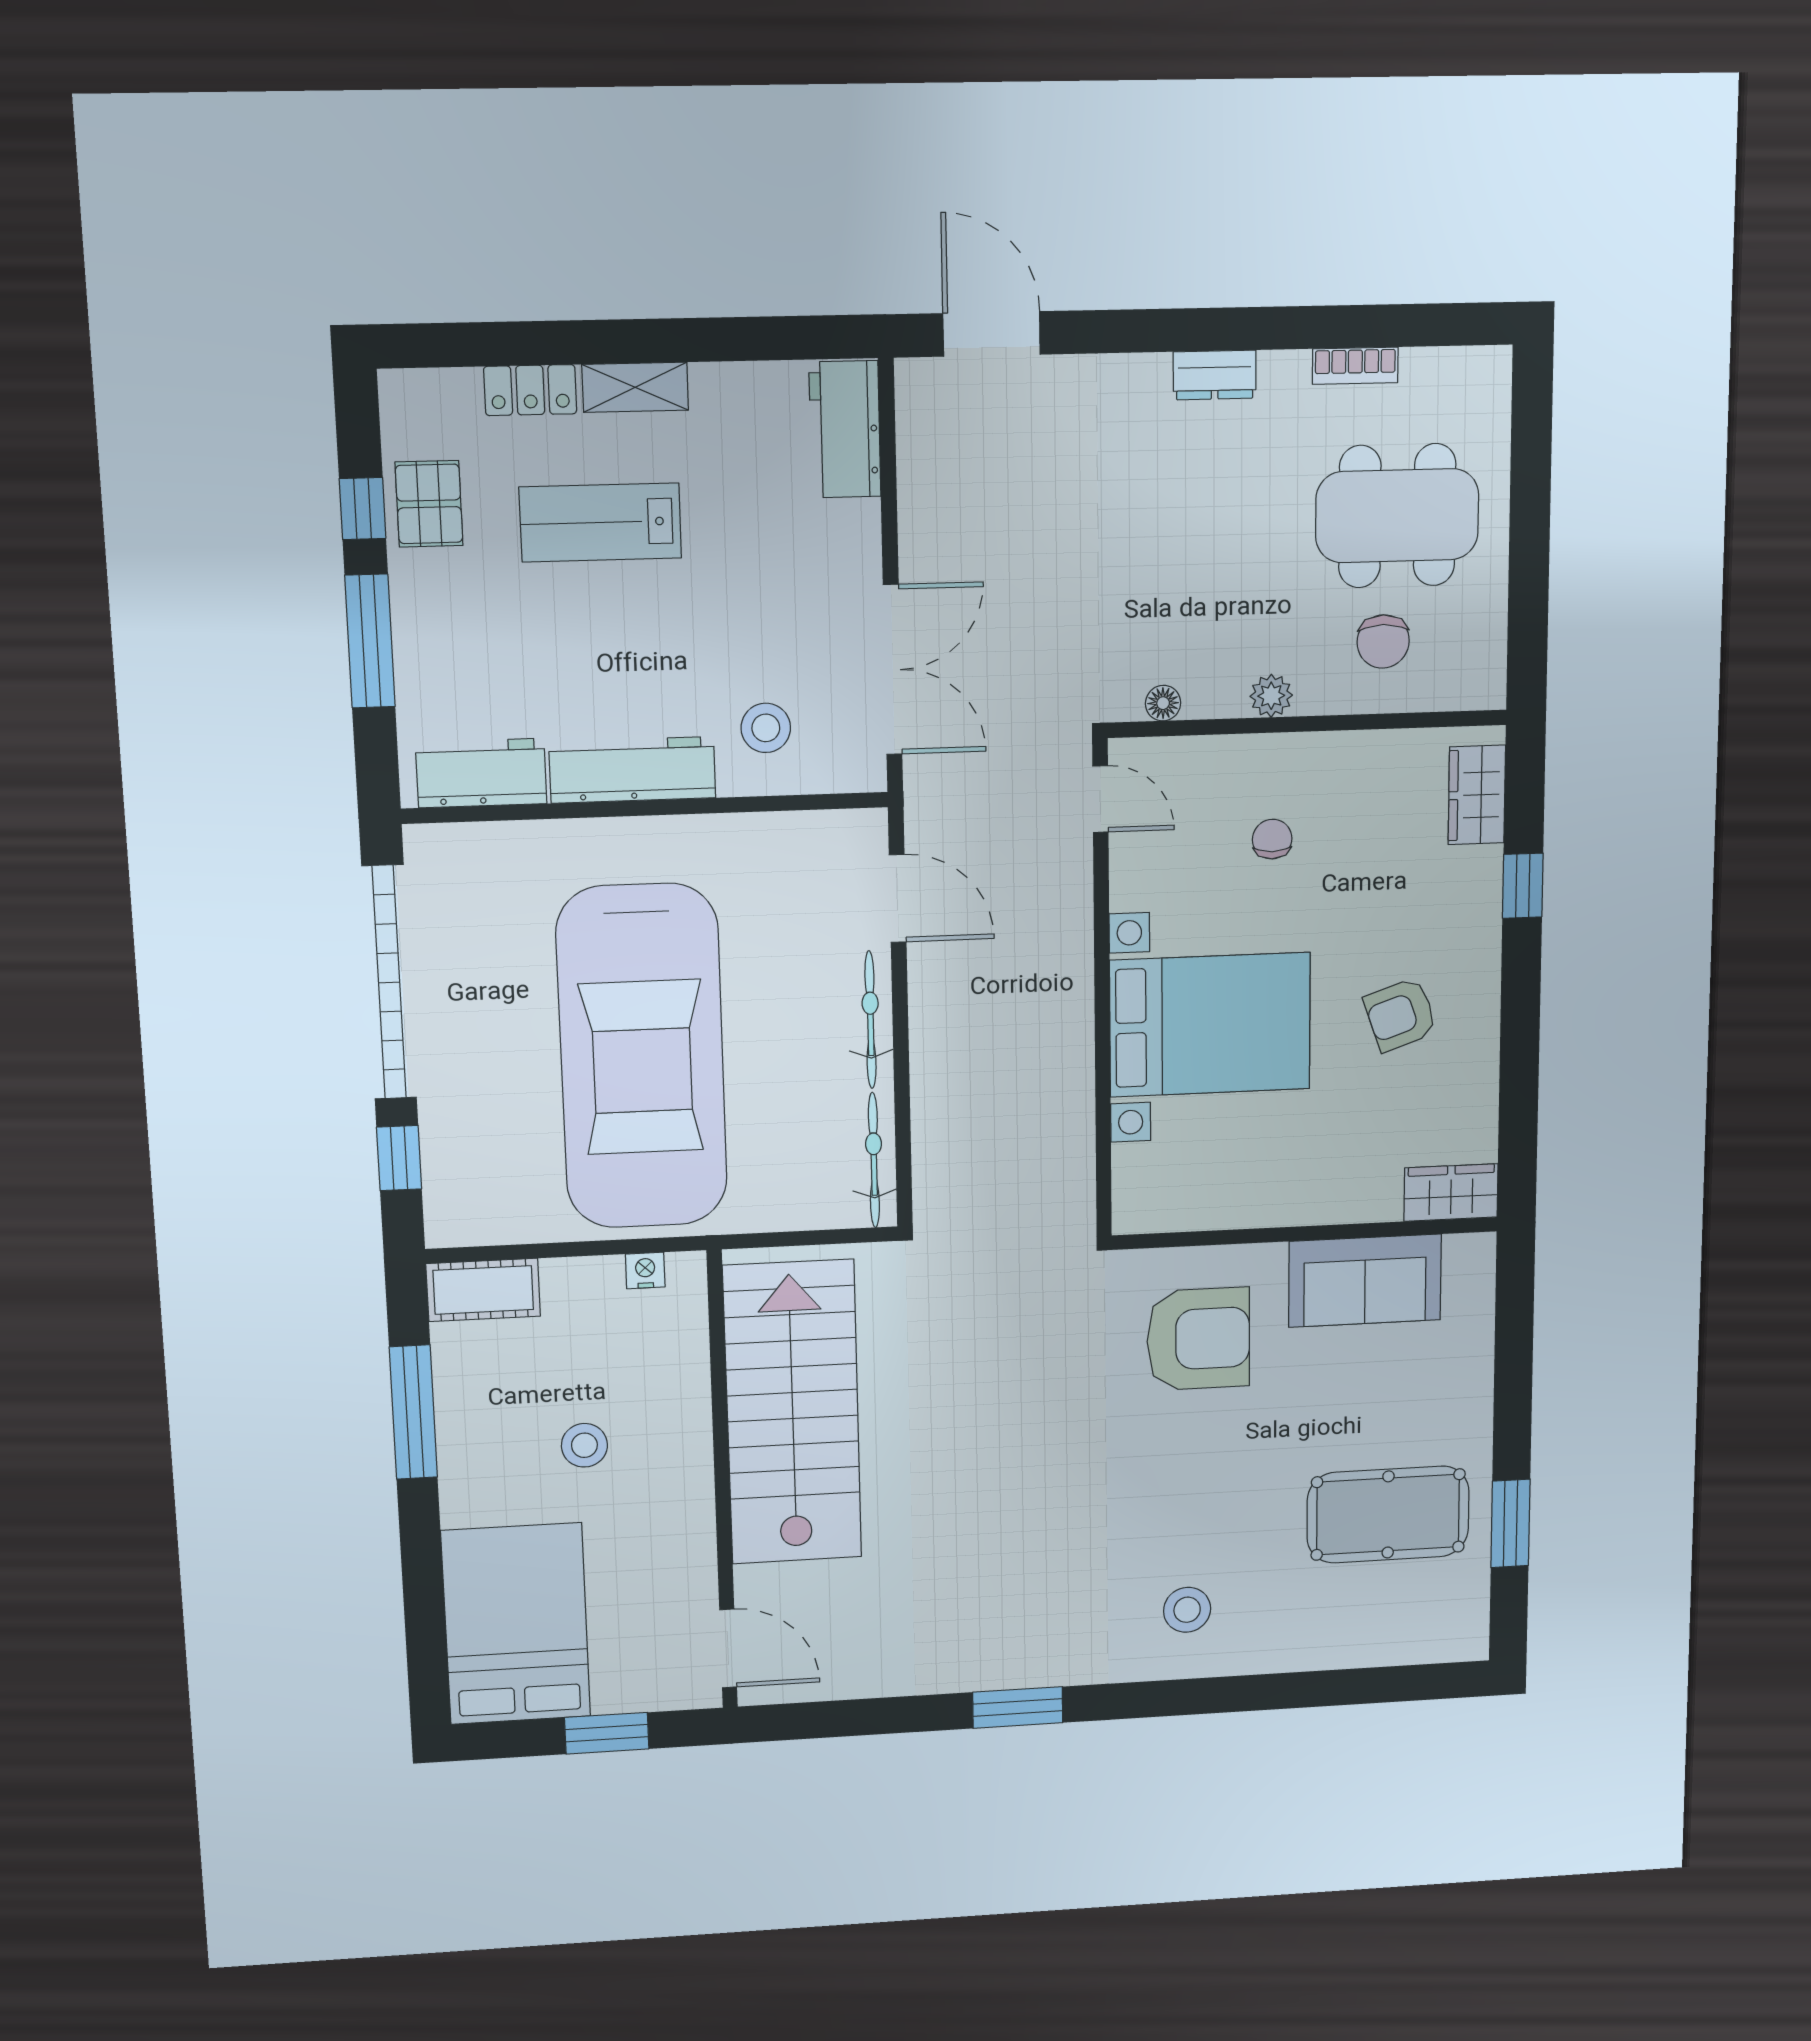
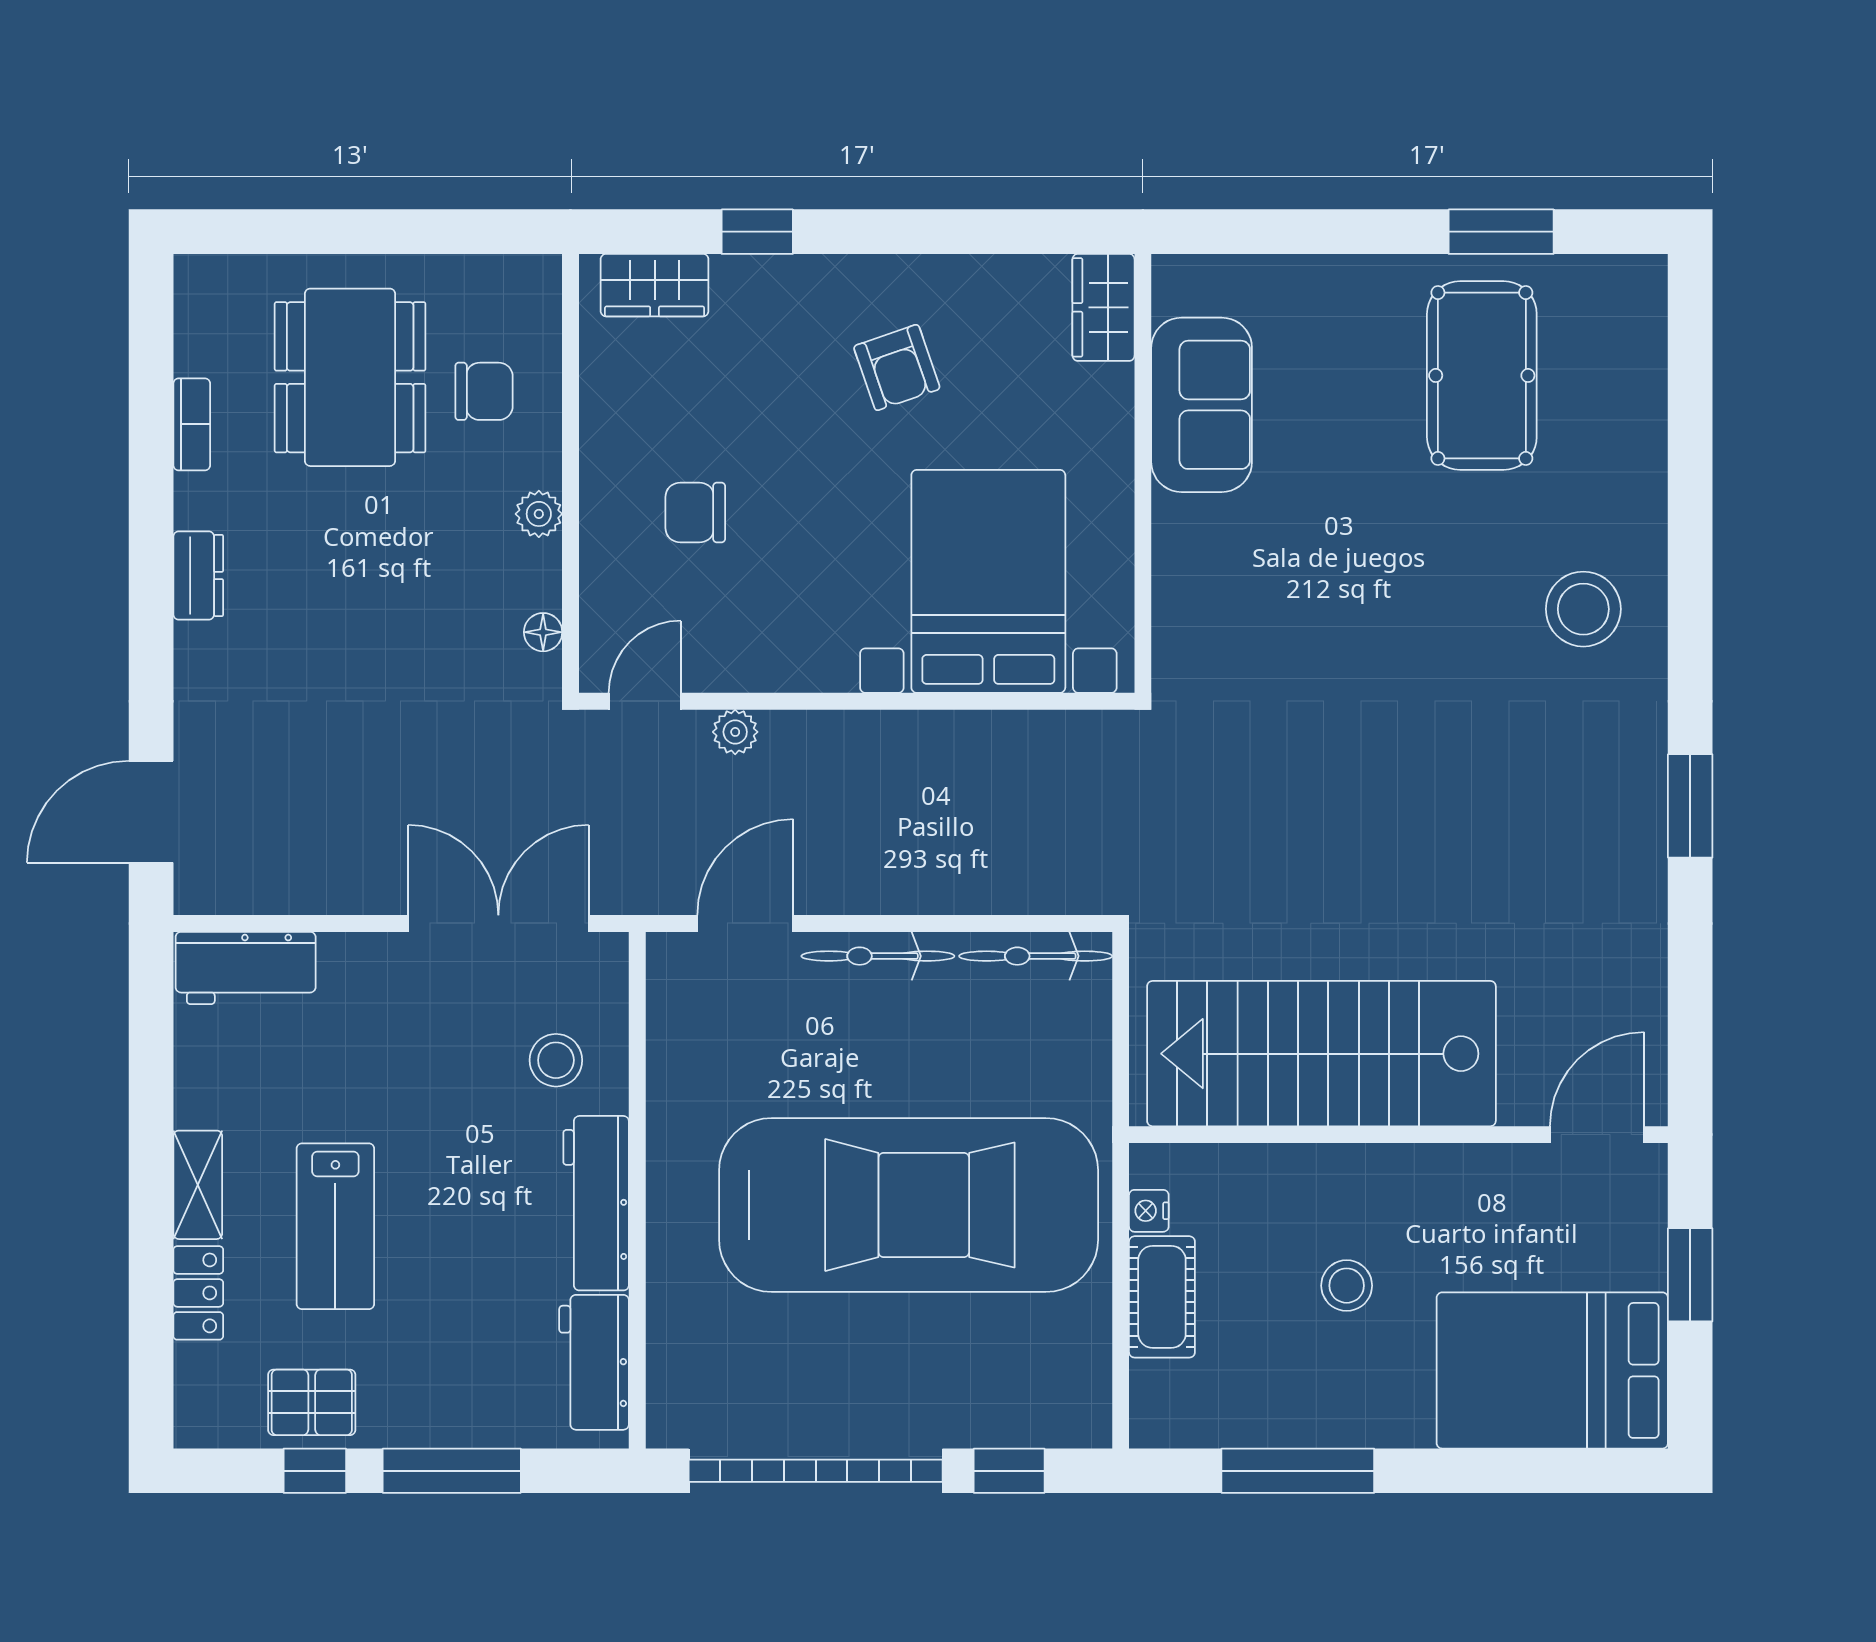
chair: (1272, 839) -> (695, 512), width x1.37, depth x1.37
plant: (1073, 883) -> (735, 732), added
bed with nightstands: (1210, 1025) -> (988, 581), moved
cot: (483, 1290) -> (1162, 1297), moved
armchair: (1198, 1339) -> (1260, 595), removed
stool: (1187, 1610) -> (1583, 609), width x1.38, depth x1.38

